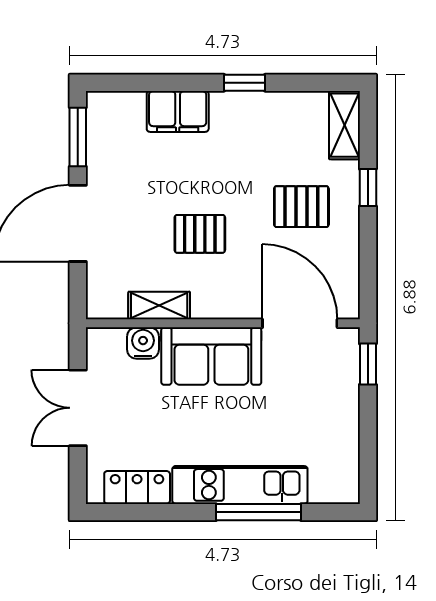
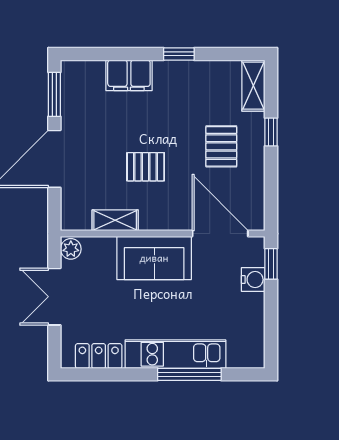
pallet: (301, 207) -> (221, 146), turned 90
water cooler: (143, 343) -> (253, 280), moved, turned 90
plant: (100, 344) -> (71, 249), added

